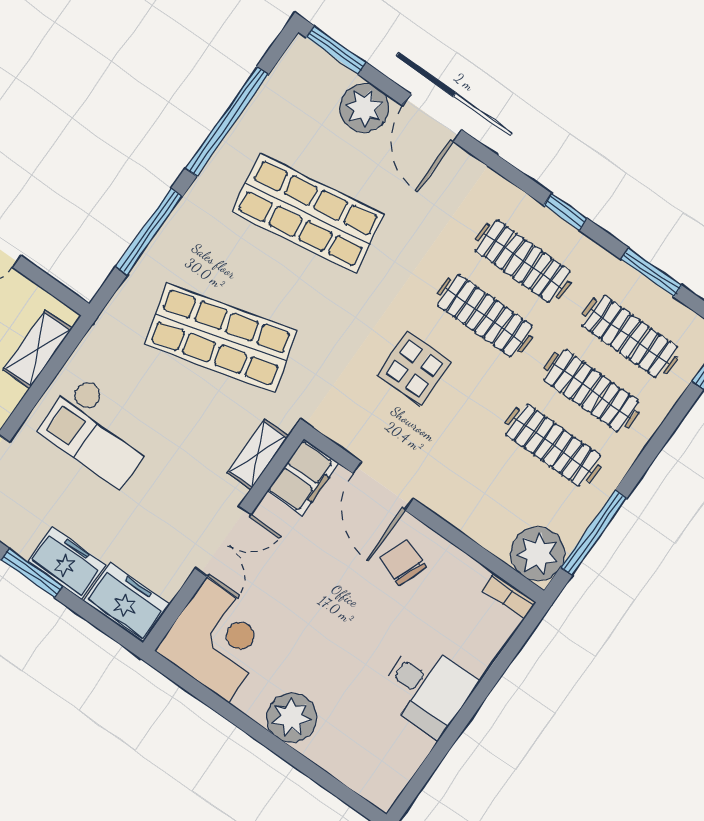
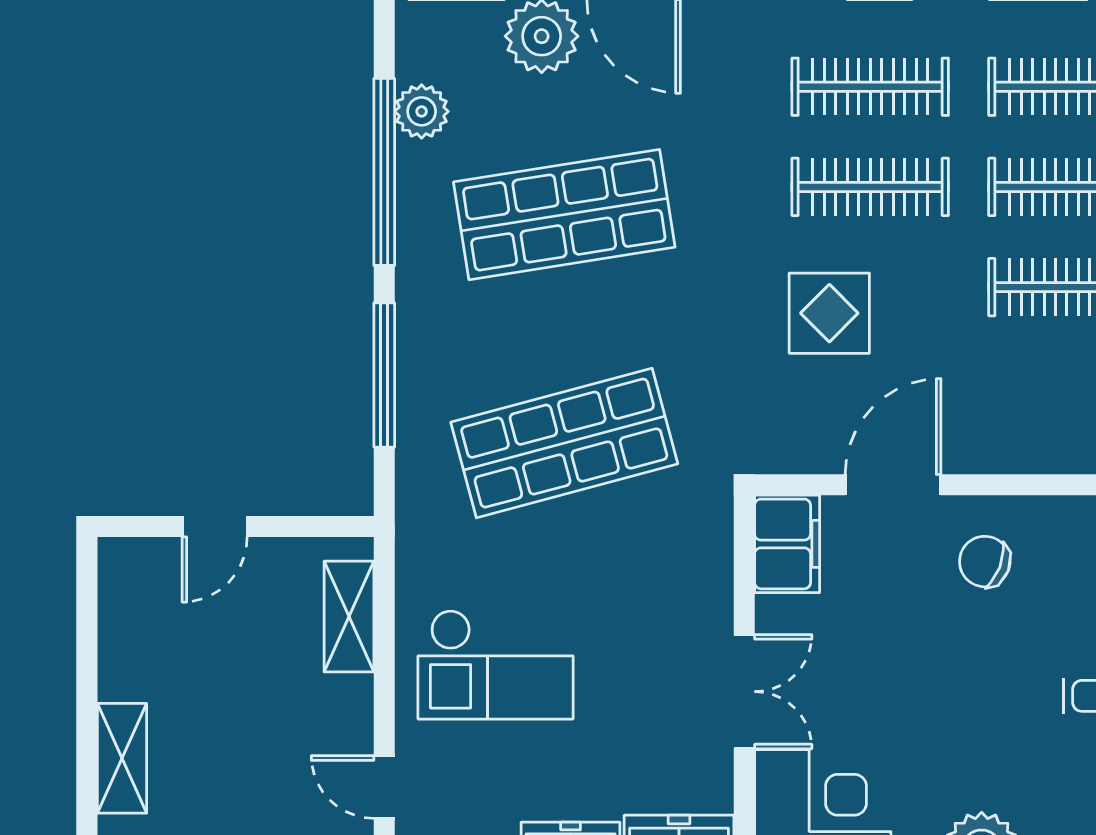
plant: (270, 103) -> (422, 111), added
shelving: (258, 454) -> (712, 554), removed
door: (383, 486) -> (893, 485), swing flipped

